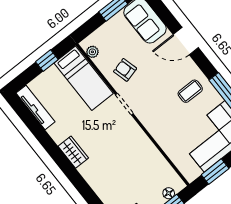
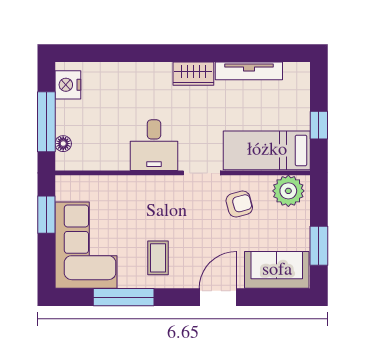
plant: (92, 52) -> (288, 191), width x1.87, depth x1.87
tv unit: (35, 107) -> (249, 71), moved
desk: (130, 143) -> (154, 145), added

